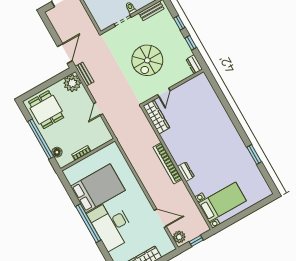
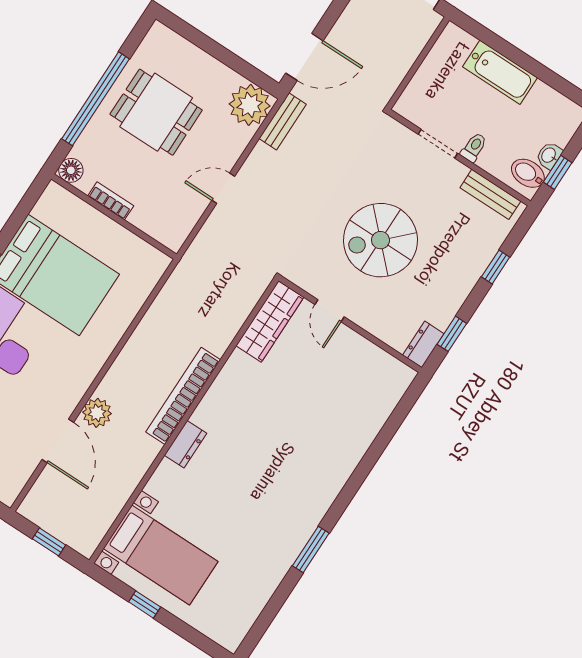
window: (191, 43) -> (452, 334), moved
door: (164, 93) -> (330, 311), hinge flipped
dining table: (46, 110) -> (156, 112), moved, turned 90
floor lamp: (57, 152) -> (71, 170), moved
window: (254, 155) -> (311, 549), moved
window: (238, 217) -> (145, 604), added
plant: (179, 237) -> (97, 413), moved

